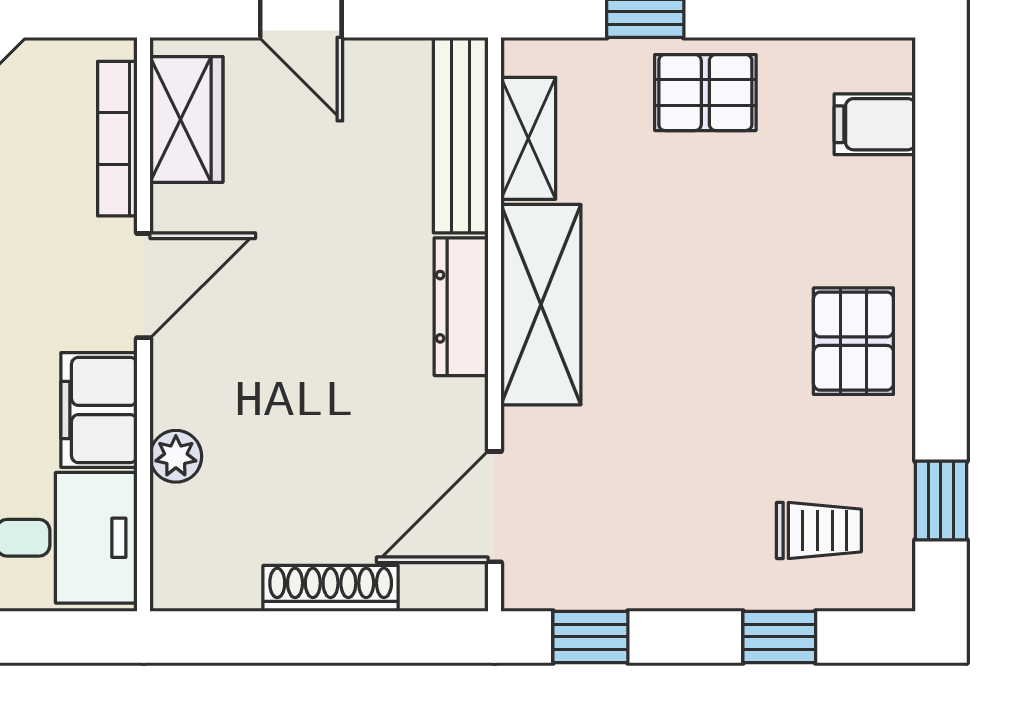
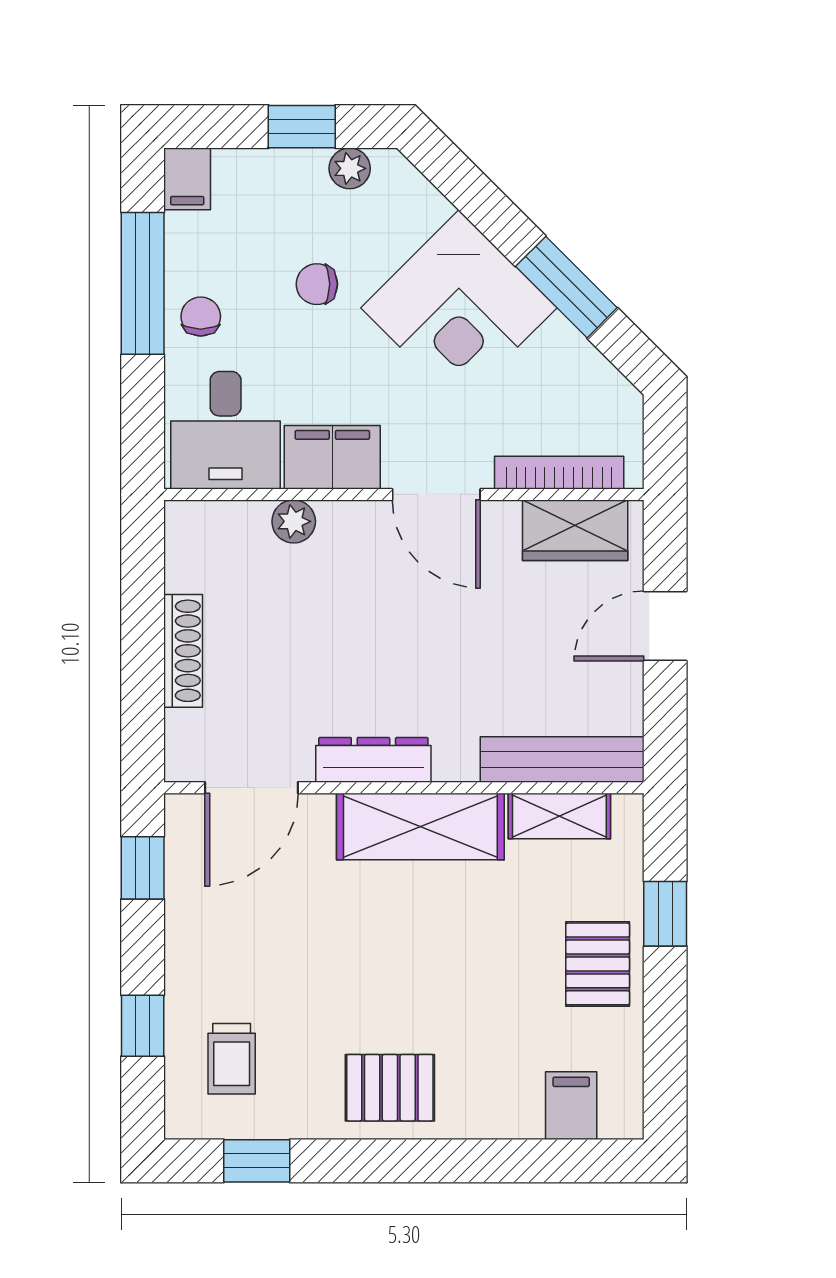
dresser: (461, 307) -> (373, 760), moved
door: (494, 507) -> (251, 788), swing flipped

